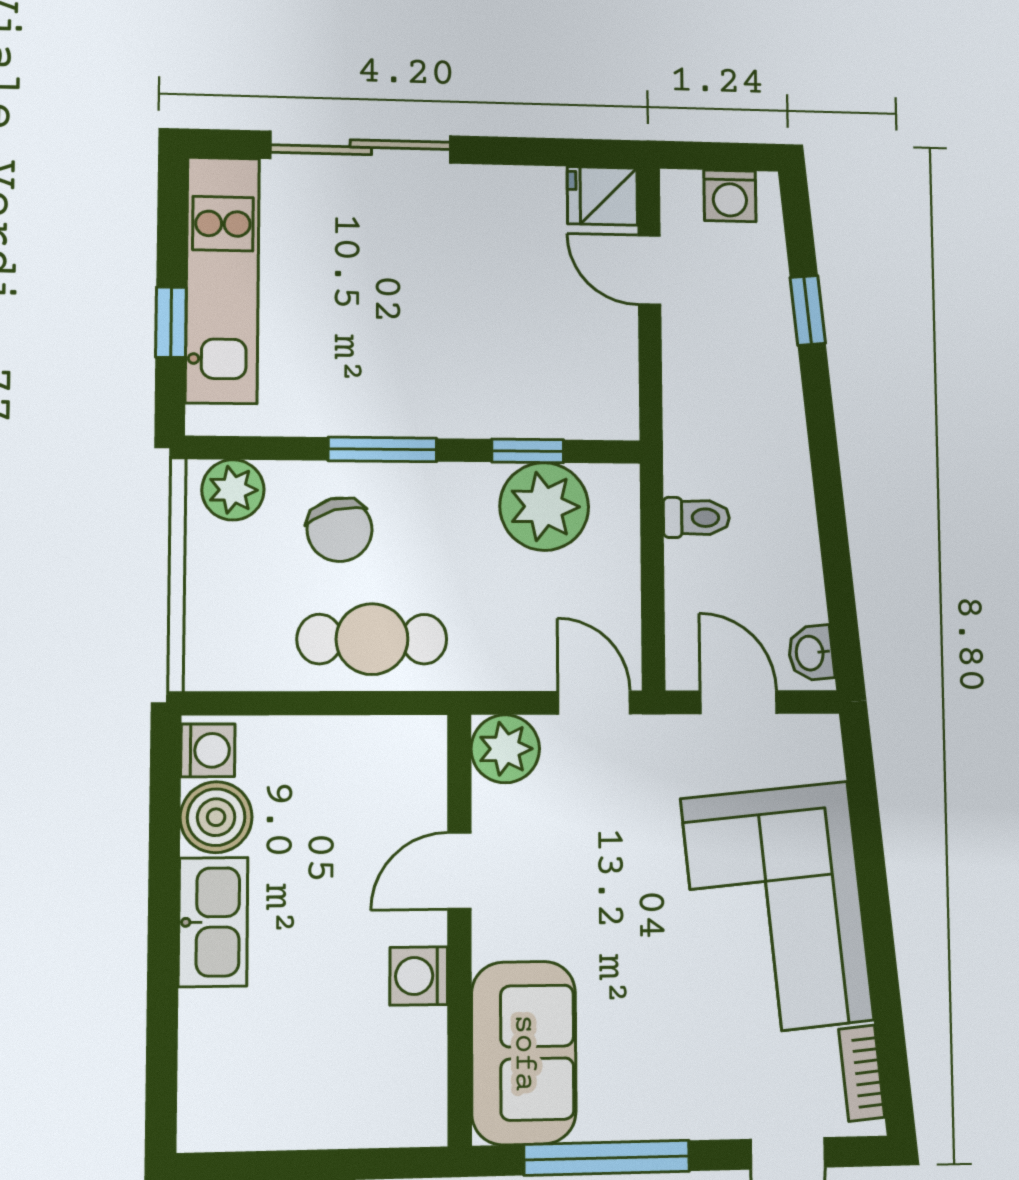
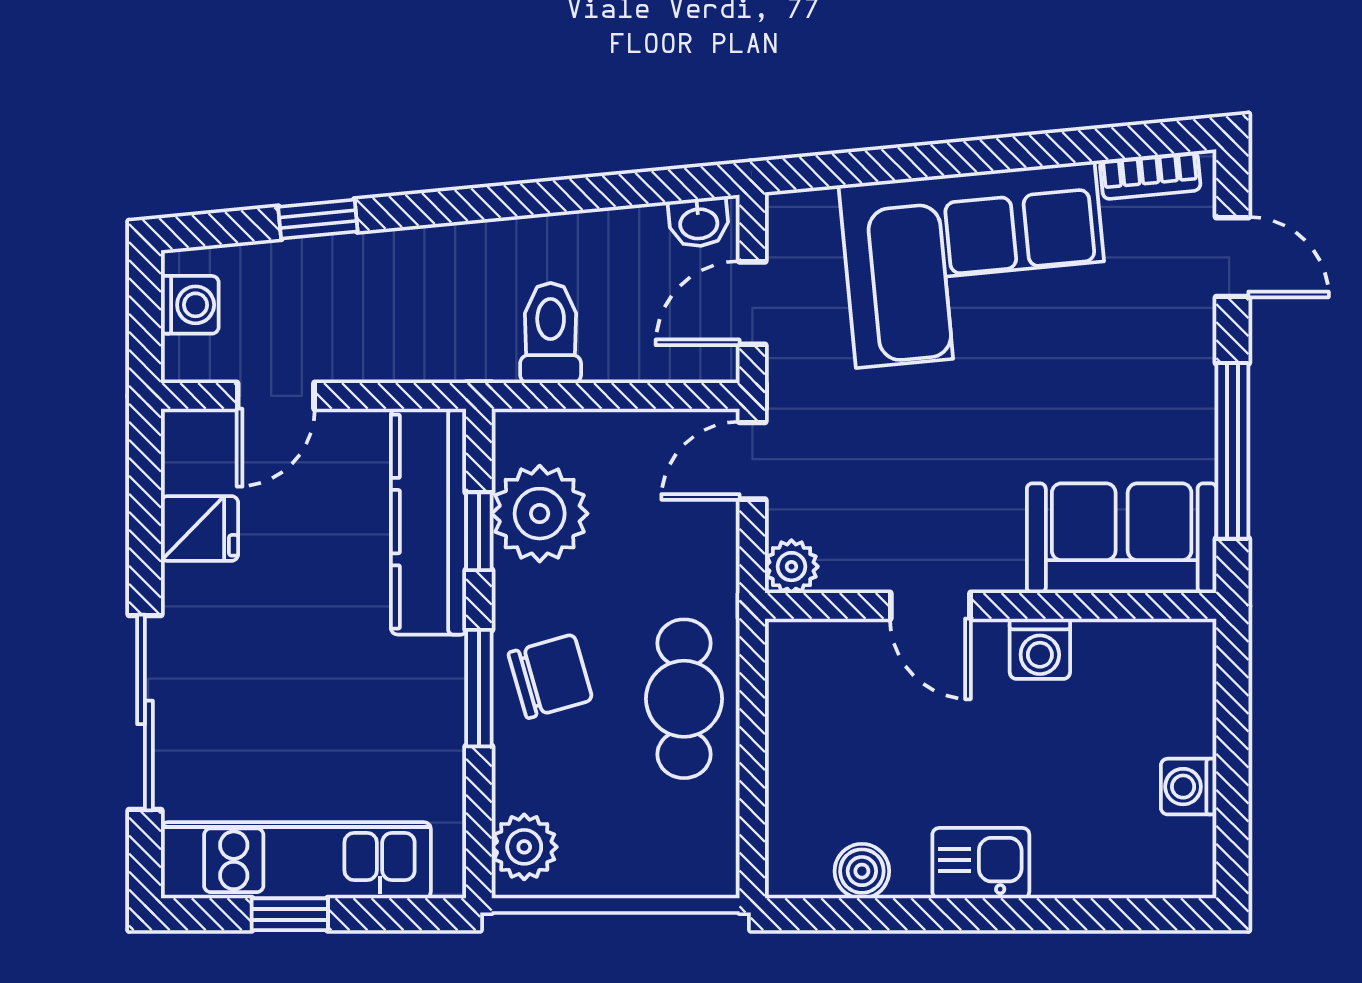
fridge: (602, 196) -> (200, 528), moved, turned -90
window: (171, 322) -> (290, 914), moved
kitchen counter: (536, 405) -> (428, 522), added
toilet: (696, 518) -> (551, 333), width x1.37, depth x1.39
chair: (340, 530) -> (550, 676), moved
plant: (505, 749) -> (791, 567), width x0.73, depth x0.73
washing machine: (208, 750) -> (1189, 787), moved, turned -90
boiler: (216, 817) -> (862, 871), width x0.73, depth x0.73
kitchen sink: (213, 922) -> (981, 863), width x0.73

